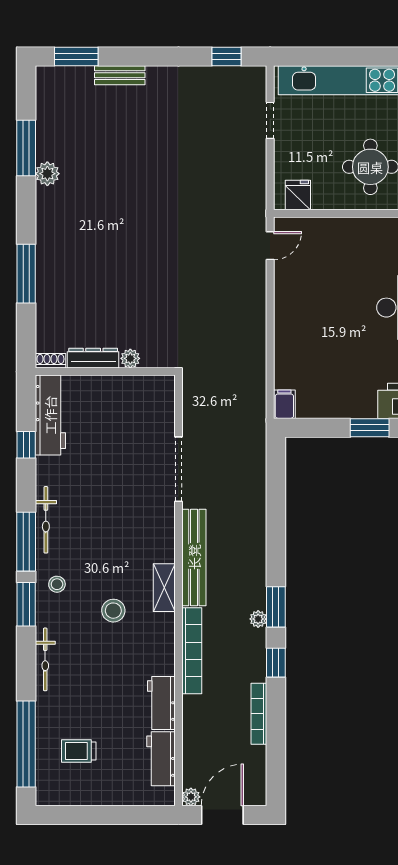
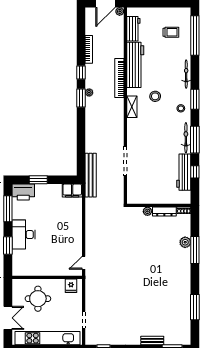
plant: (47, 174) -> (185, 242), moved
filing cabinet: (284, 404) -> (72, 190), width x2.00
workbench: (50, 415) -> (184, 172), moved
window: (26, 542) -> (195, 140), moved
bench: (194, 557) -> (91, 175), moved
workbench: (161, 703) -> (135, 65), width x1.88, depth x1.32

